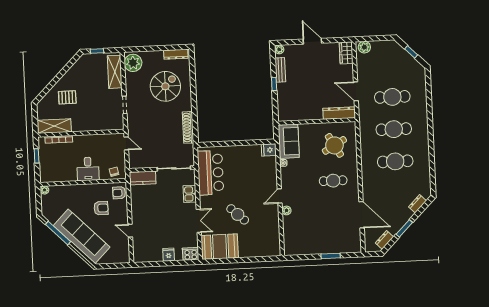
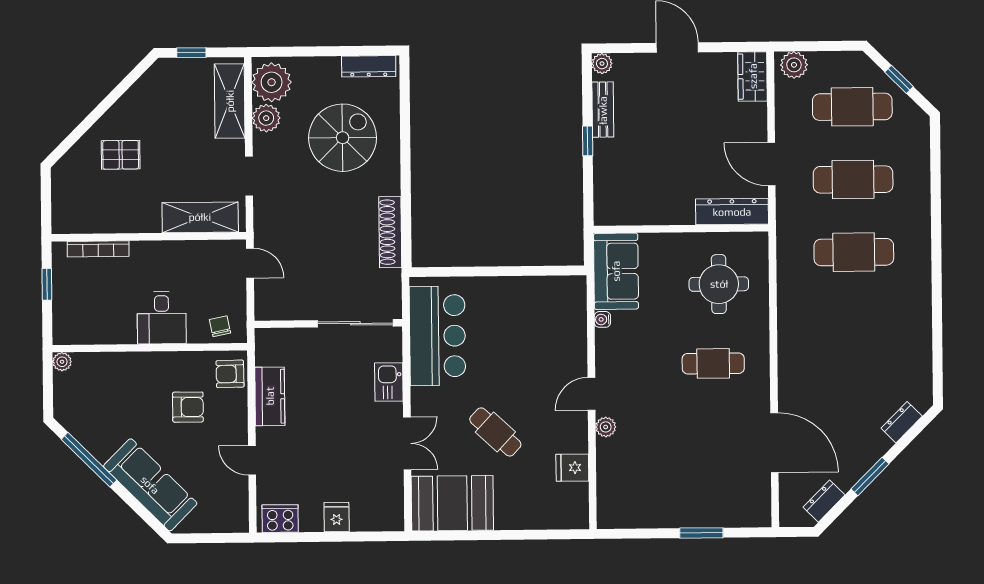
plant: (131, 79) -> (266, 118), added
shelving: (54, 126) -> (200, 217), moved
round table: (334, 145) -> (719, 284), turned 30
fridge: (269, 150) -> (572, 468), moved
cafe table: (395, 161) -> (852, 107), moved
kitchen counter: (143, 178) -> (270, 396), moved, turned -90
sofa: (82, 236) -> (150, 485), width x0.74, depth x0.79
cooker: (191, 254) -> (280, 519), moved

